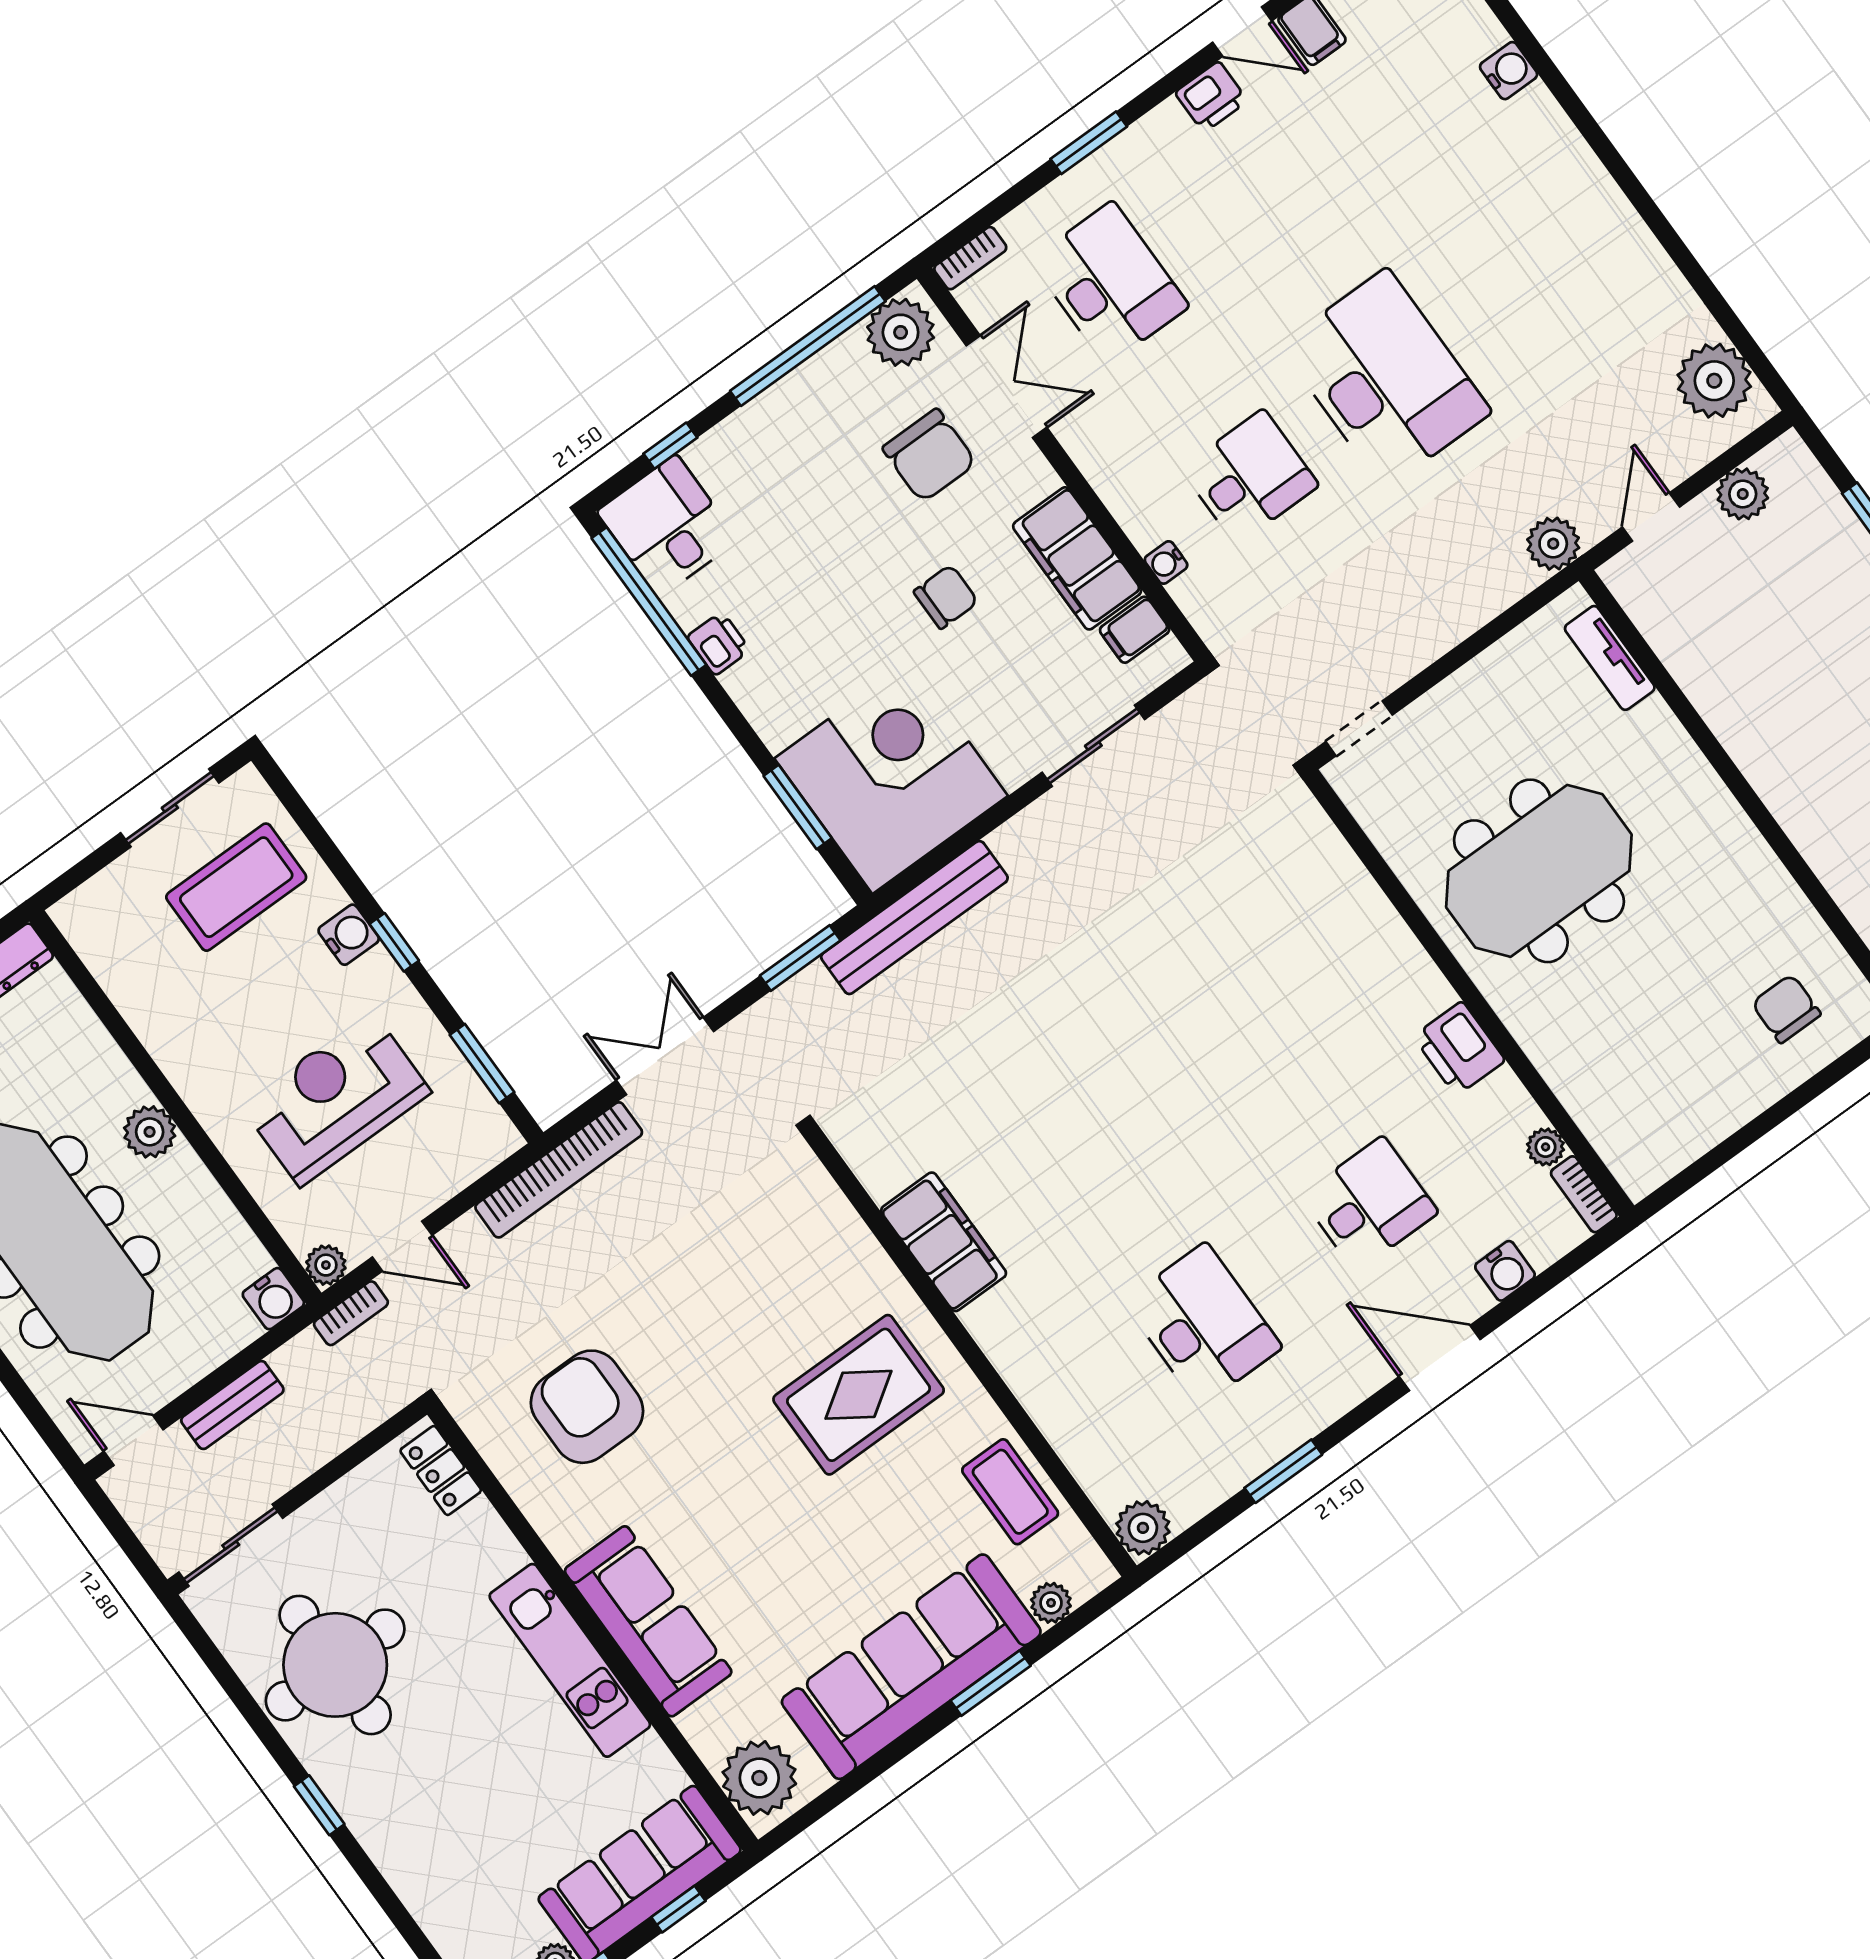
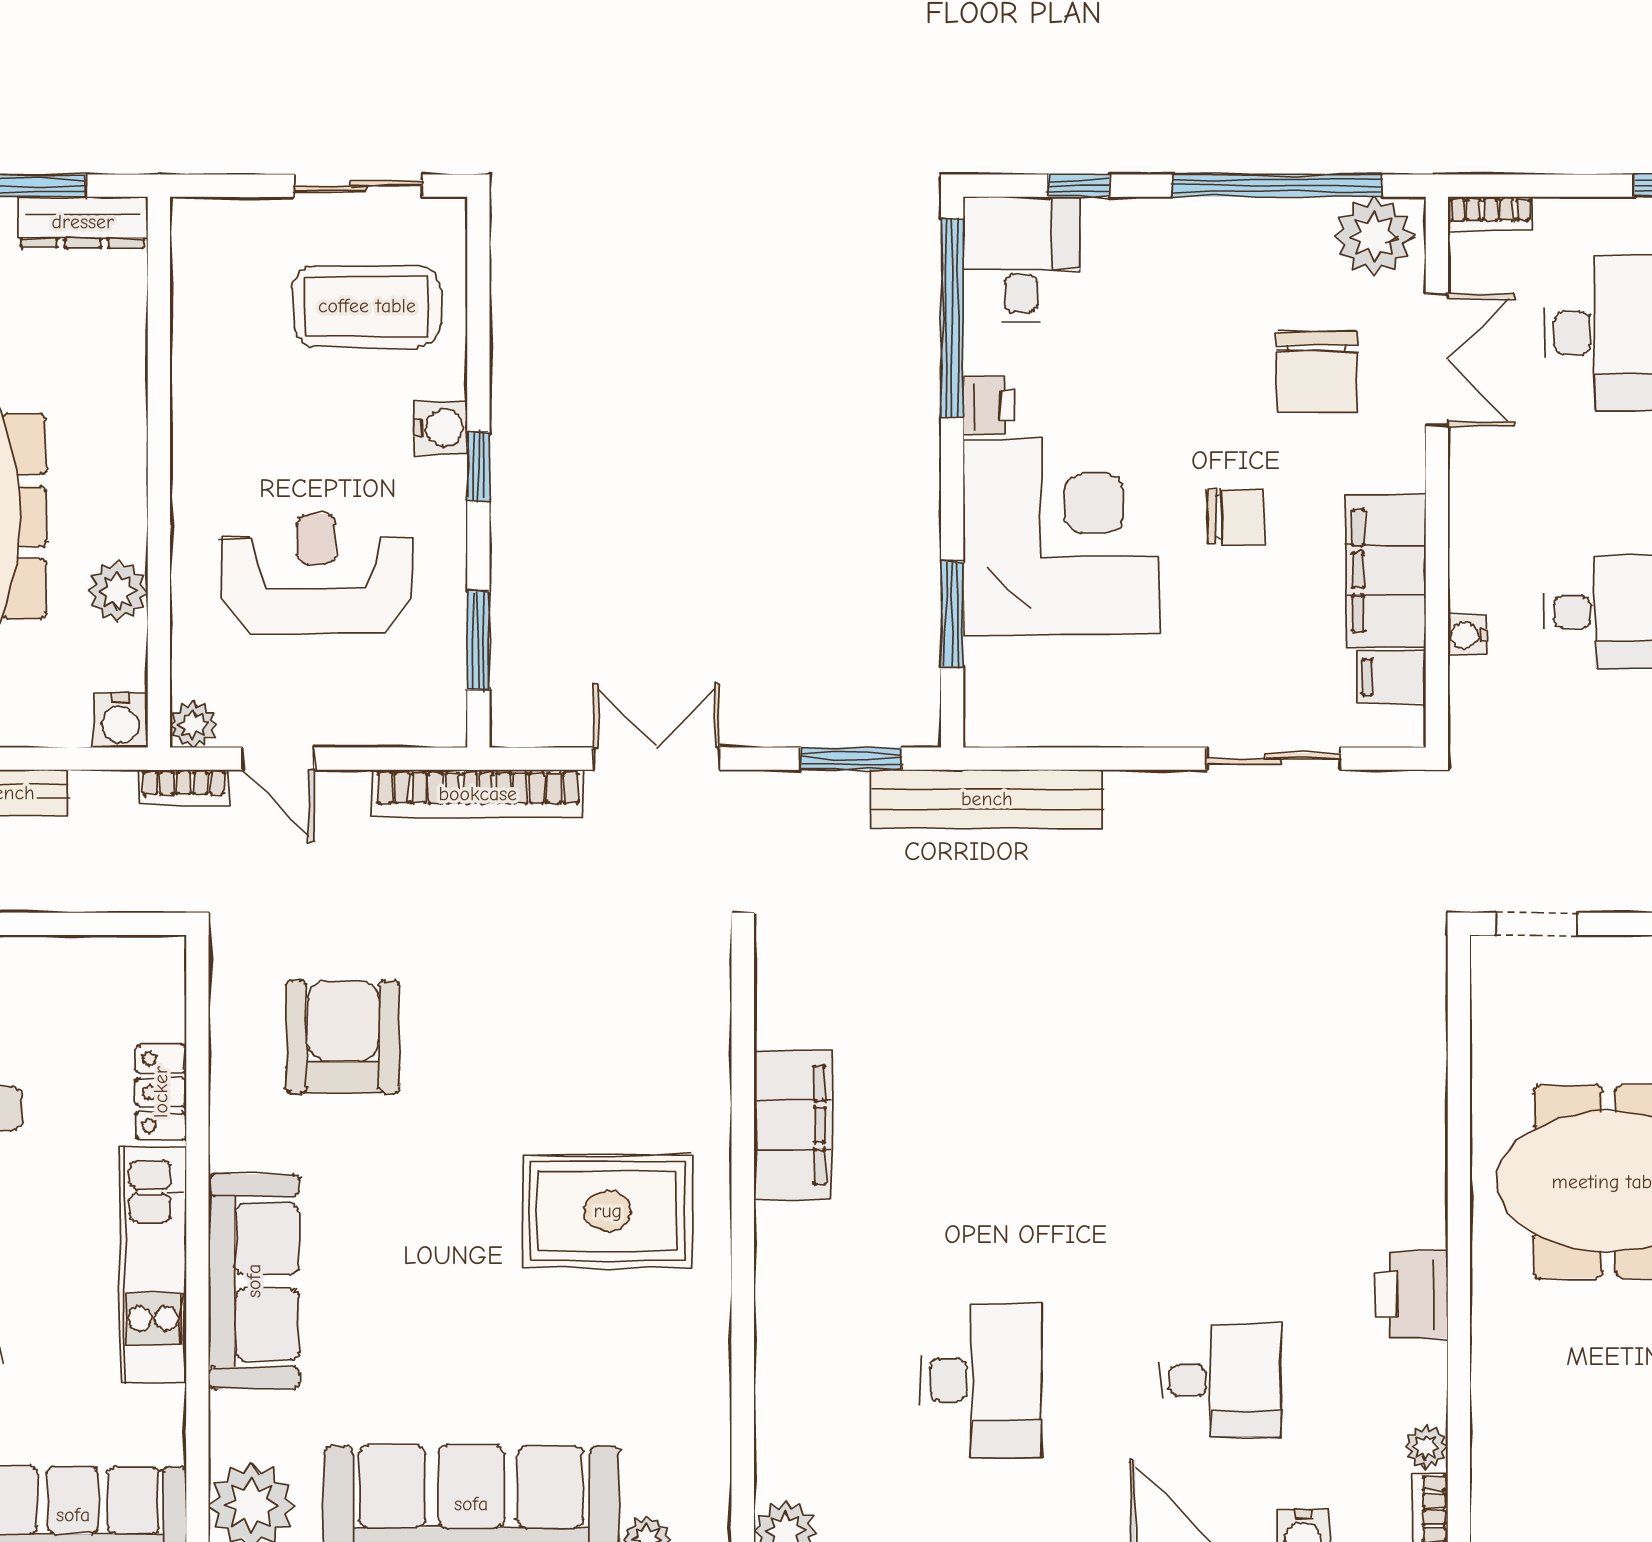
corner desk: (891, 777) -> (1061, 536), moved
plant: (150, 1132) -> (118, 591), moved
locker: (441, 1471) -> (161, 1092), moved
coffee table: (1010, 1492) -> (685, 1407), removed

